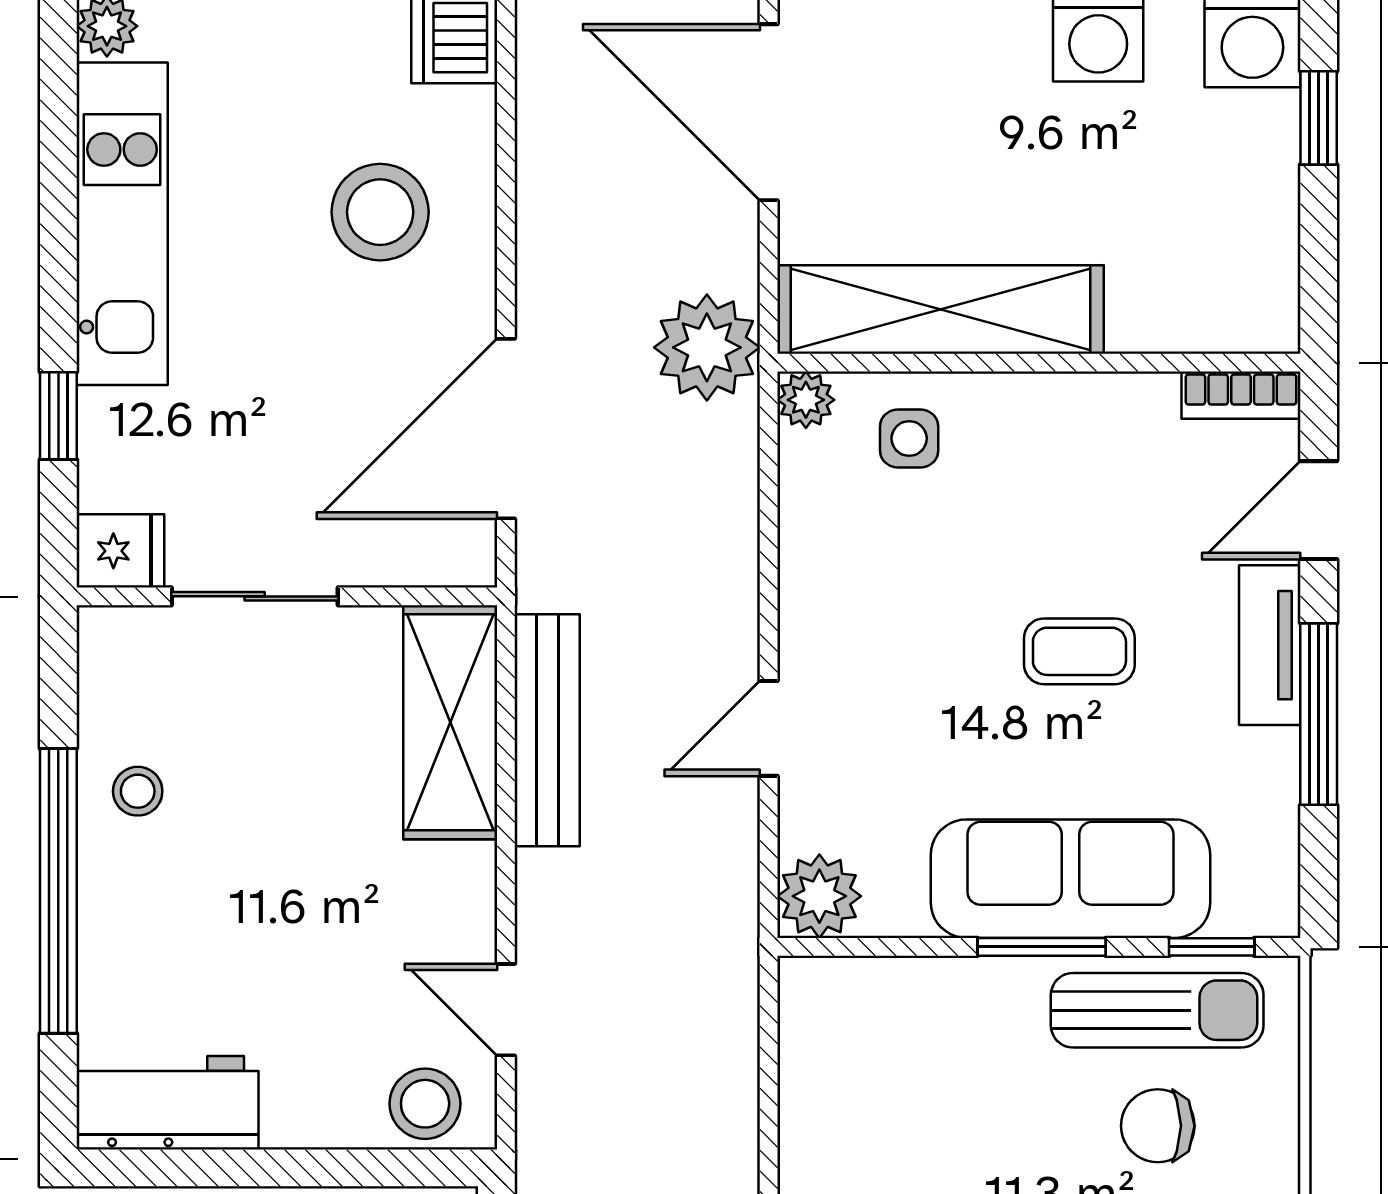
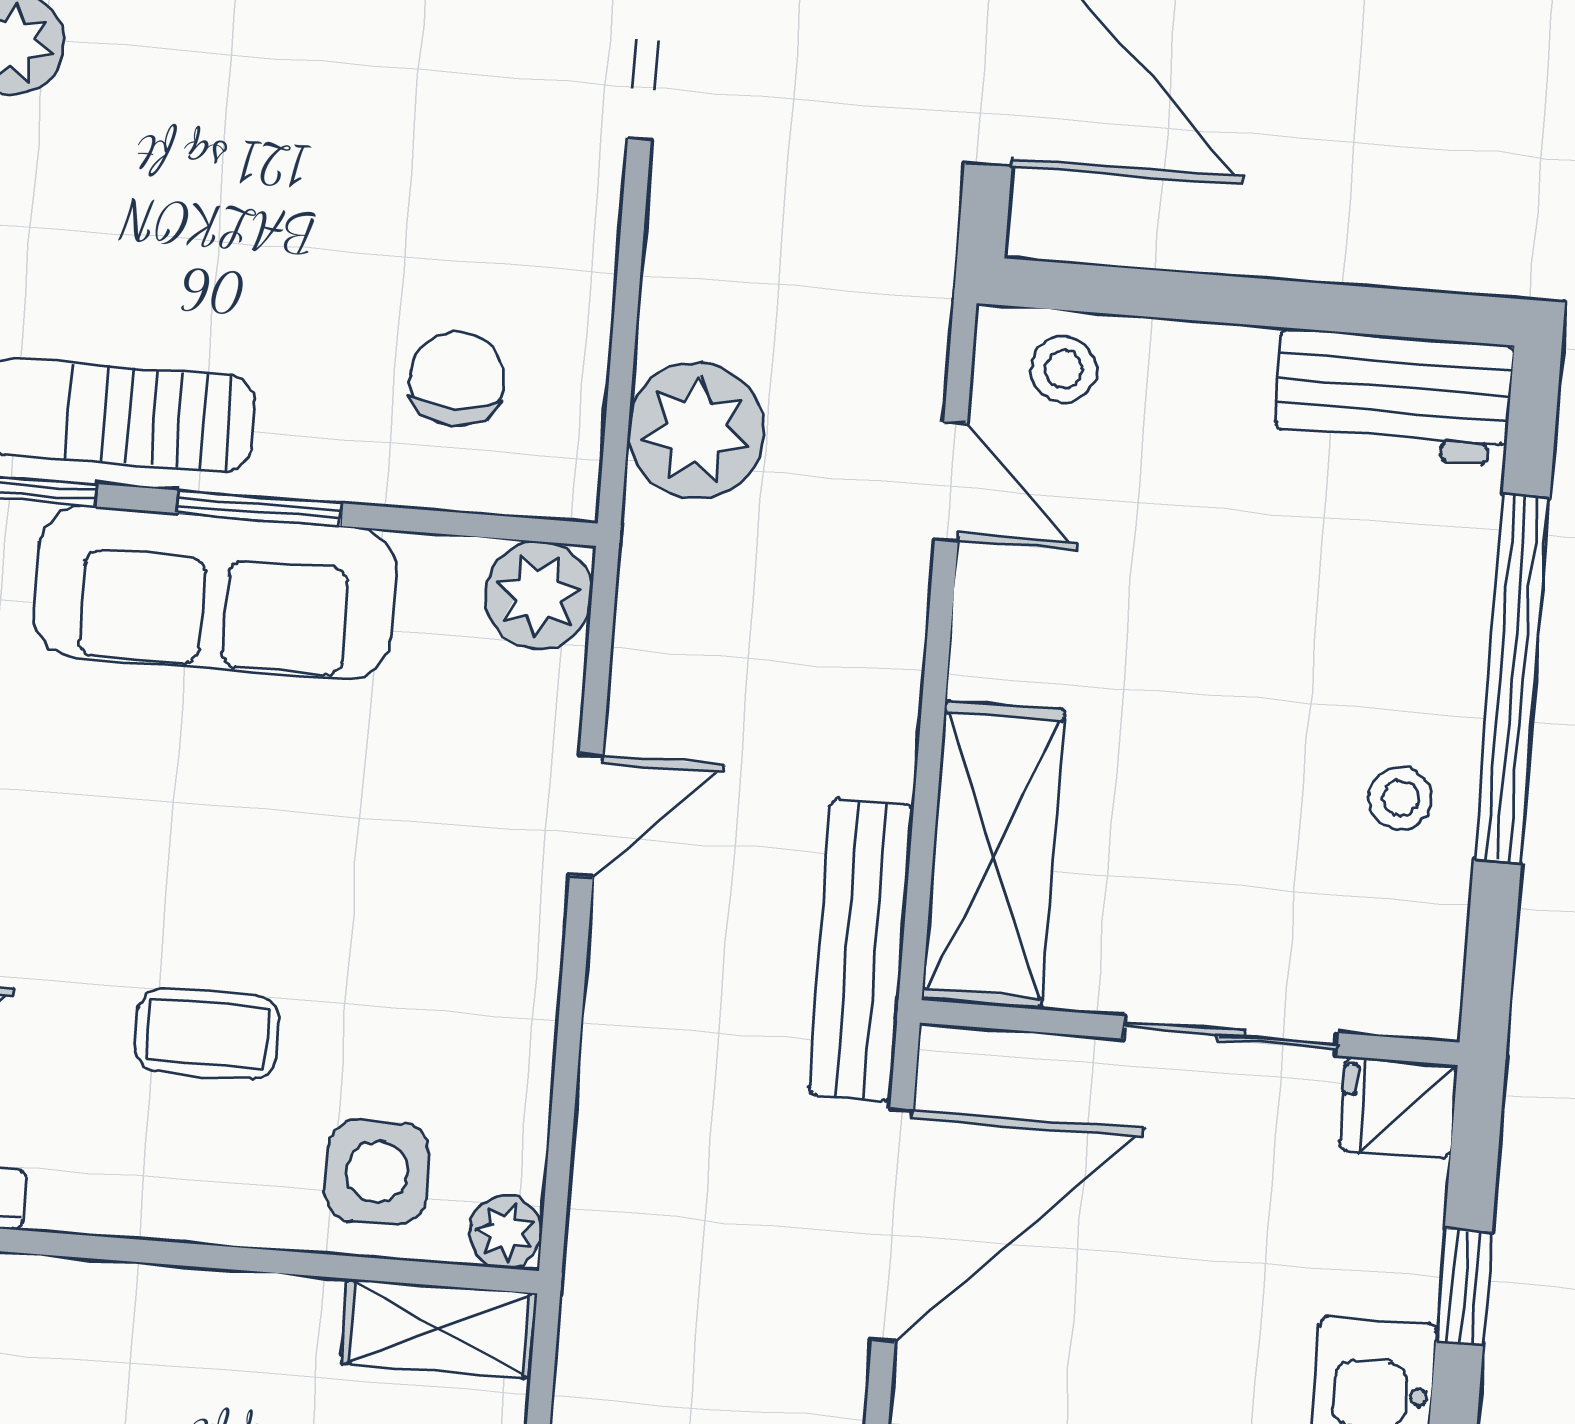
shelving: (940, 309) -> (439, 1329), width x0.45, depth x0.75
plant: (707, 347) -> (696, 431), moved
side table: (909, 439) -> (377, 1172), width x1.37, depth x1.37
coffee table: (1079, 651) -> (207, 1034), moved
bench: (547, 730) -> (861, 950), moved
stool: (425, 1104) -> (1064, 369), width x0.73, depth x0.73
chair: (1158, 1126) -> (457, 379), moved, turned -90

